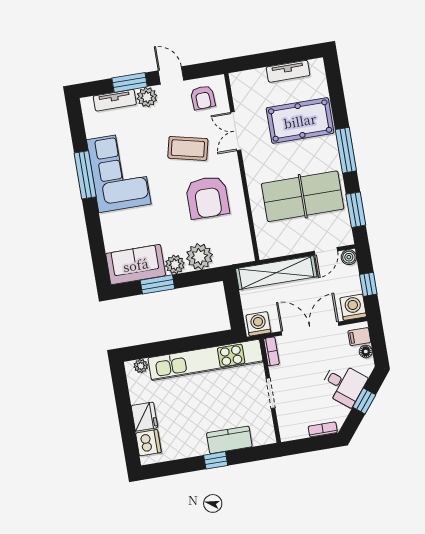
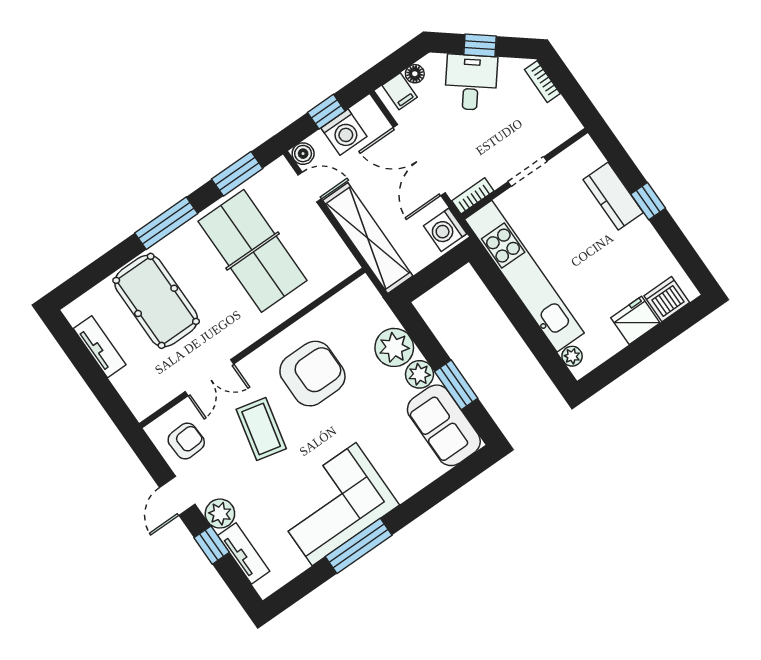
window: (130, 82) -> (212, 545), width x0.67
washing machine: (353, 307) -> (344, 132), moved, turned -90

